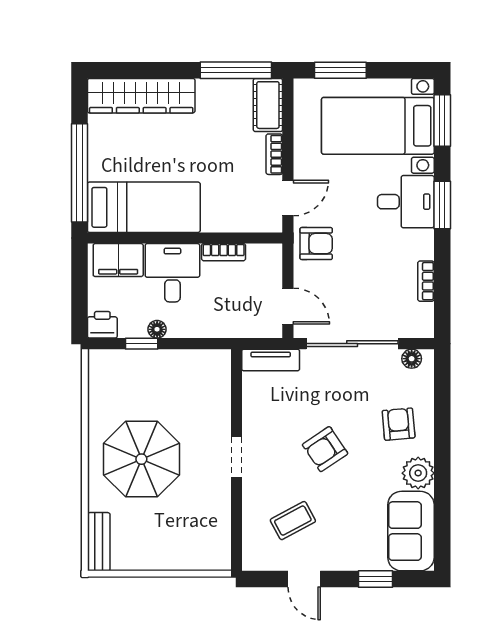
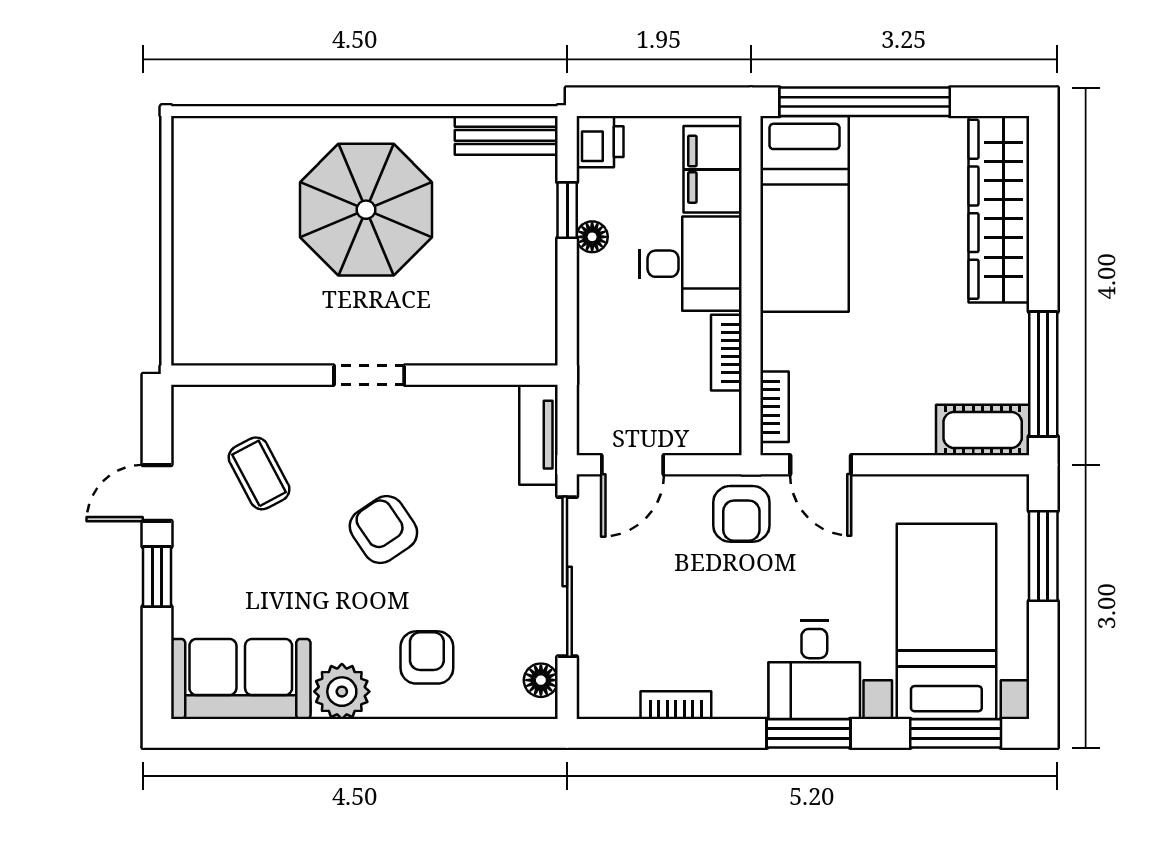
bookcase: (274, 154) -> (775, 407), moved, turned 90
armchair: (399, 424) -> (427, 657), turned -85
bench: (99, 542) -> (506, 135), moved
window: (376, 579) -> (157, 577), moved

